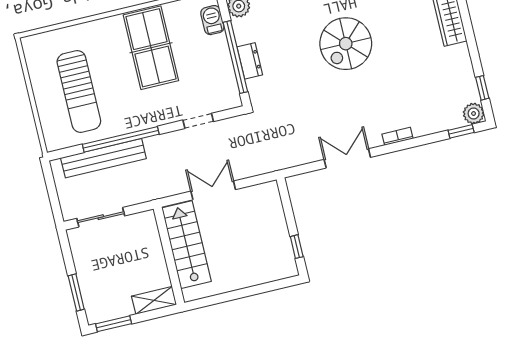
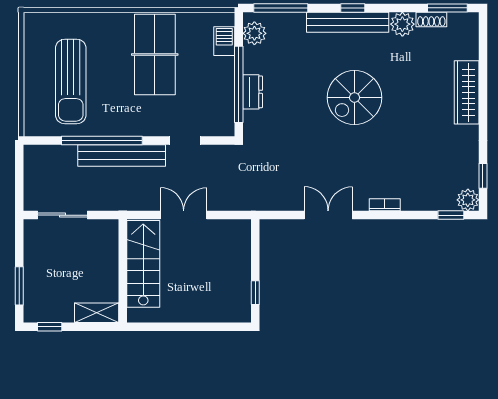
bench: (103, 158) -> (122, 155), moved
window: (114, 324) -> (50, 327), width x0.67

